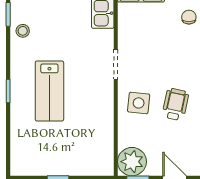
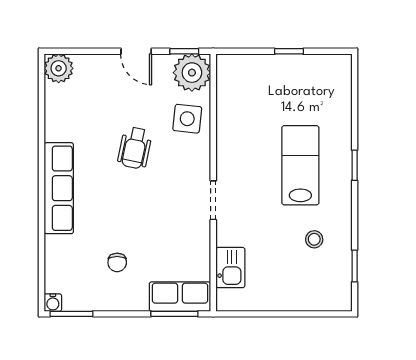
stool: (23, 31) -> (314, 239), moved
side table: (139, 103) -> (187, 119), moved

